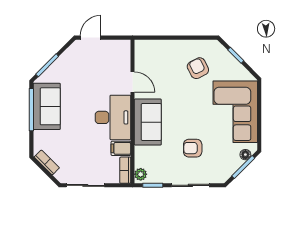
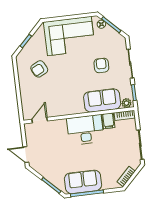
door: (132, 82) -> (40, 120), moved
sofa: (148, 122) -> (102, 100), moved
armchair: (193, 148) -> (101, 65), turned 180

